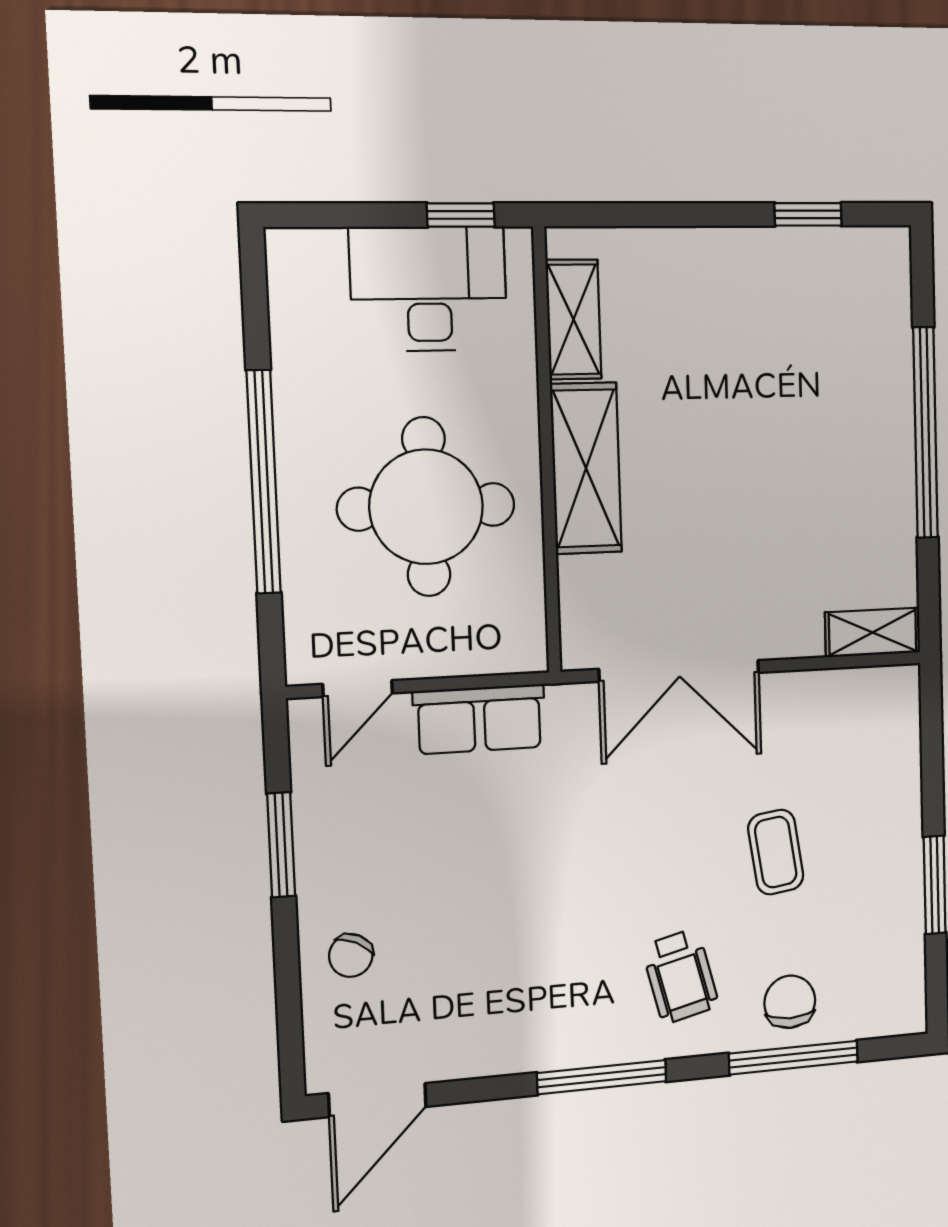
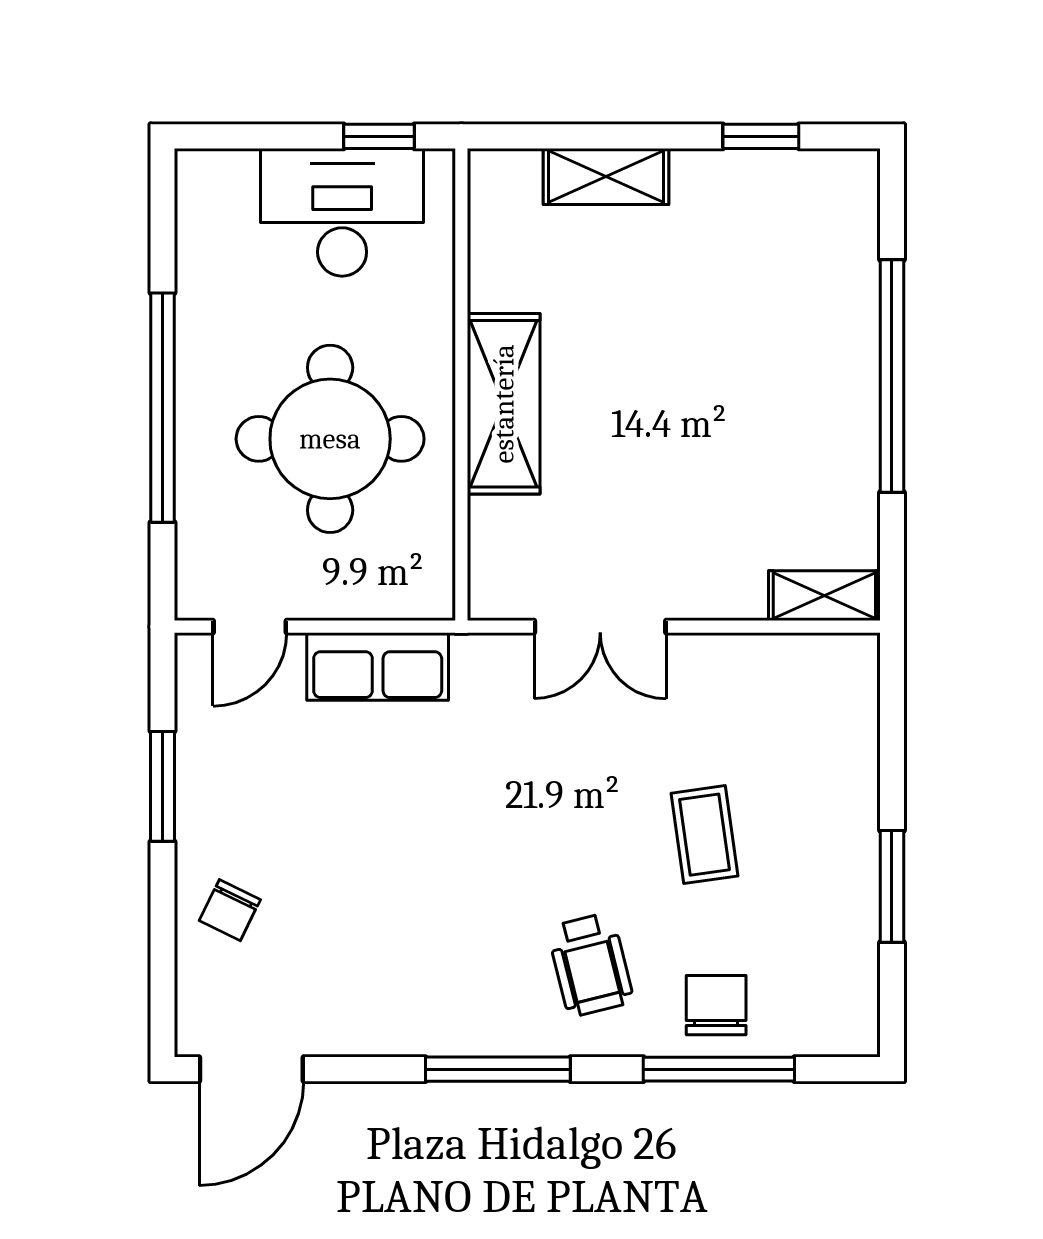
shelving: (573, 319) -> (606, 177), moved, turned 90
double door: (679, 671) -> (600, 627), width x0.73

